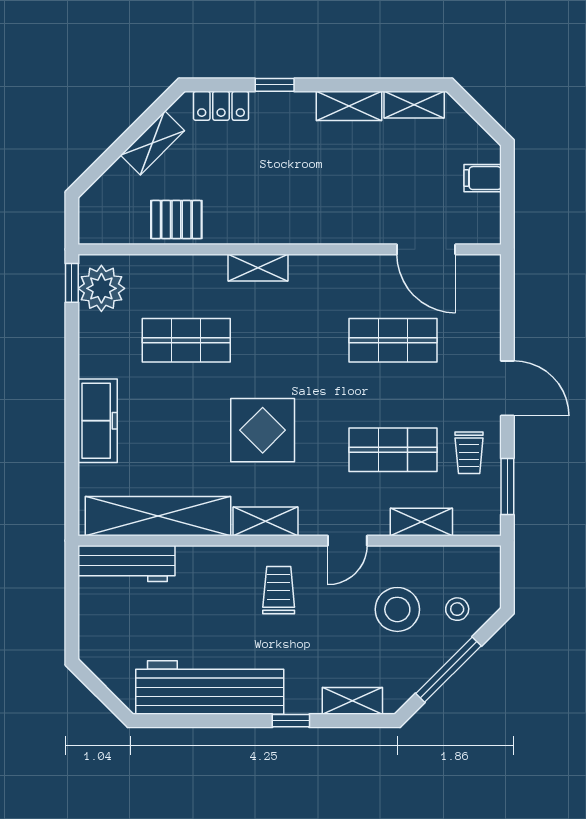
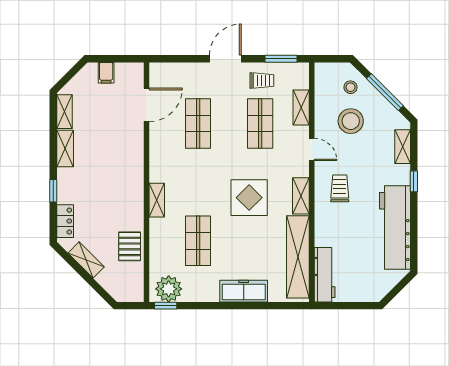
trolley: (279, 590) -> (340, 188), turned 90

